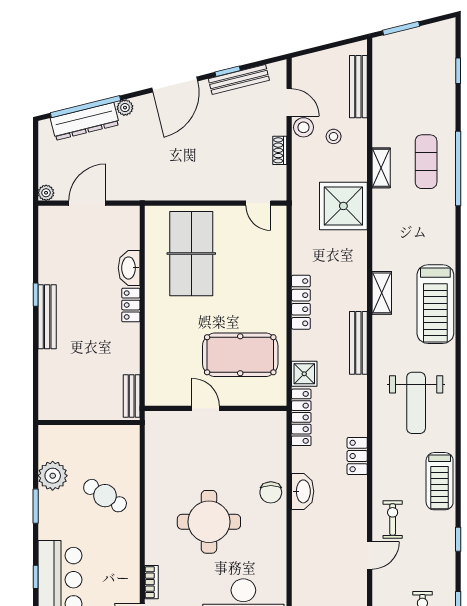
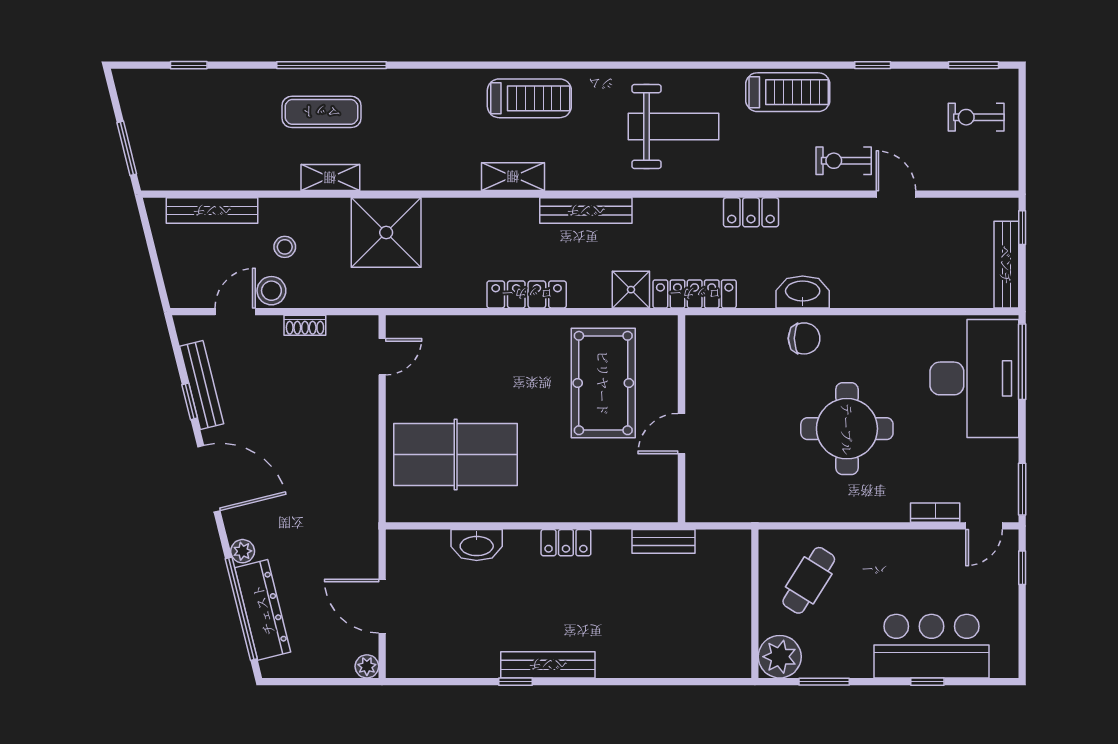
treadmill: (435, 304) -> (529, 98), width x0.73, depth x0.73
locker: (131, 305) -> (566, 543), moved
wall: (89, 422) -> (755, 604), moved

